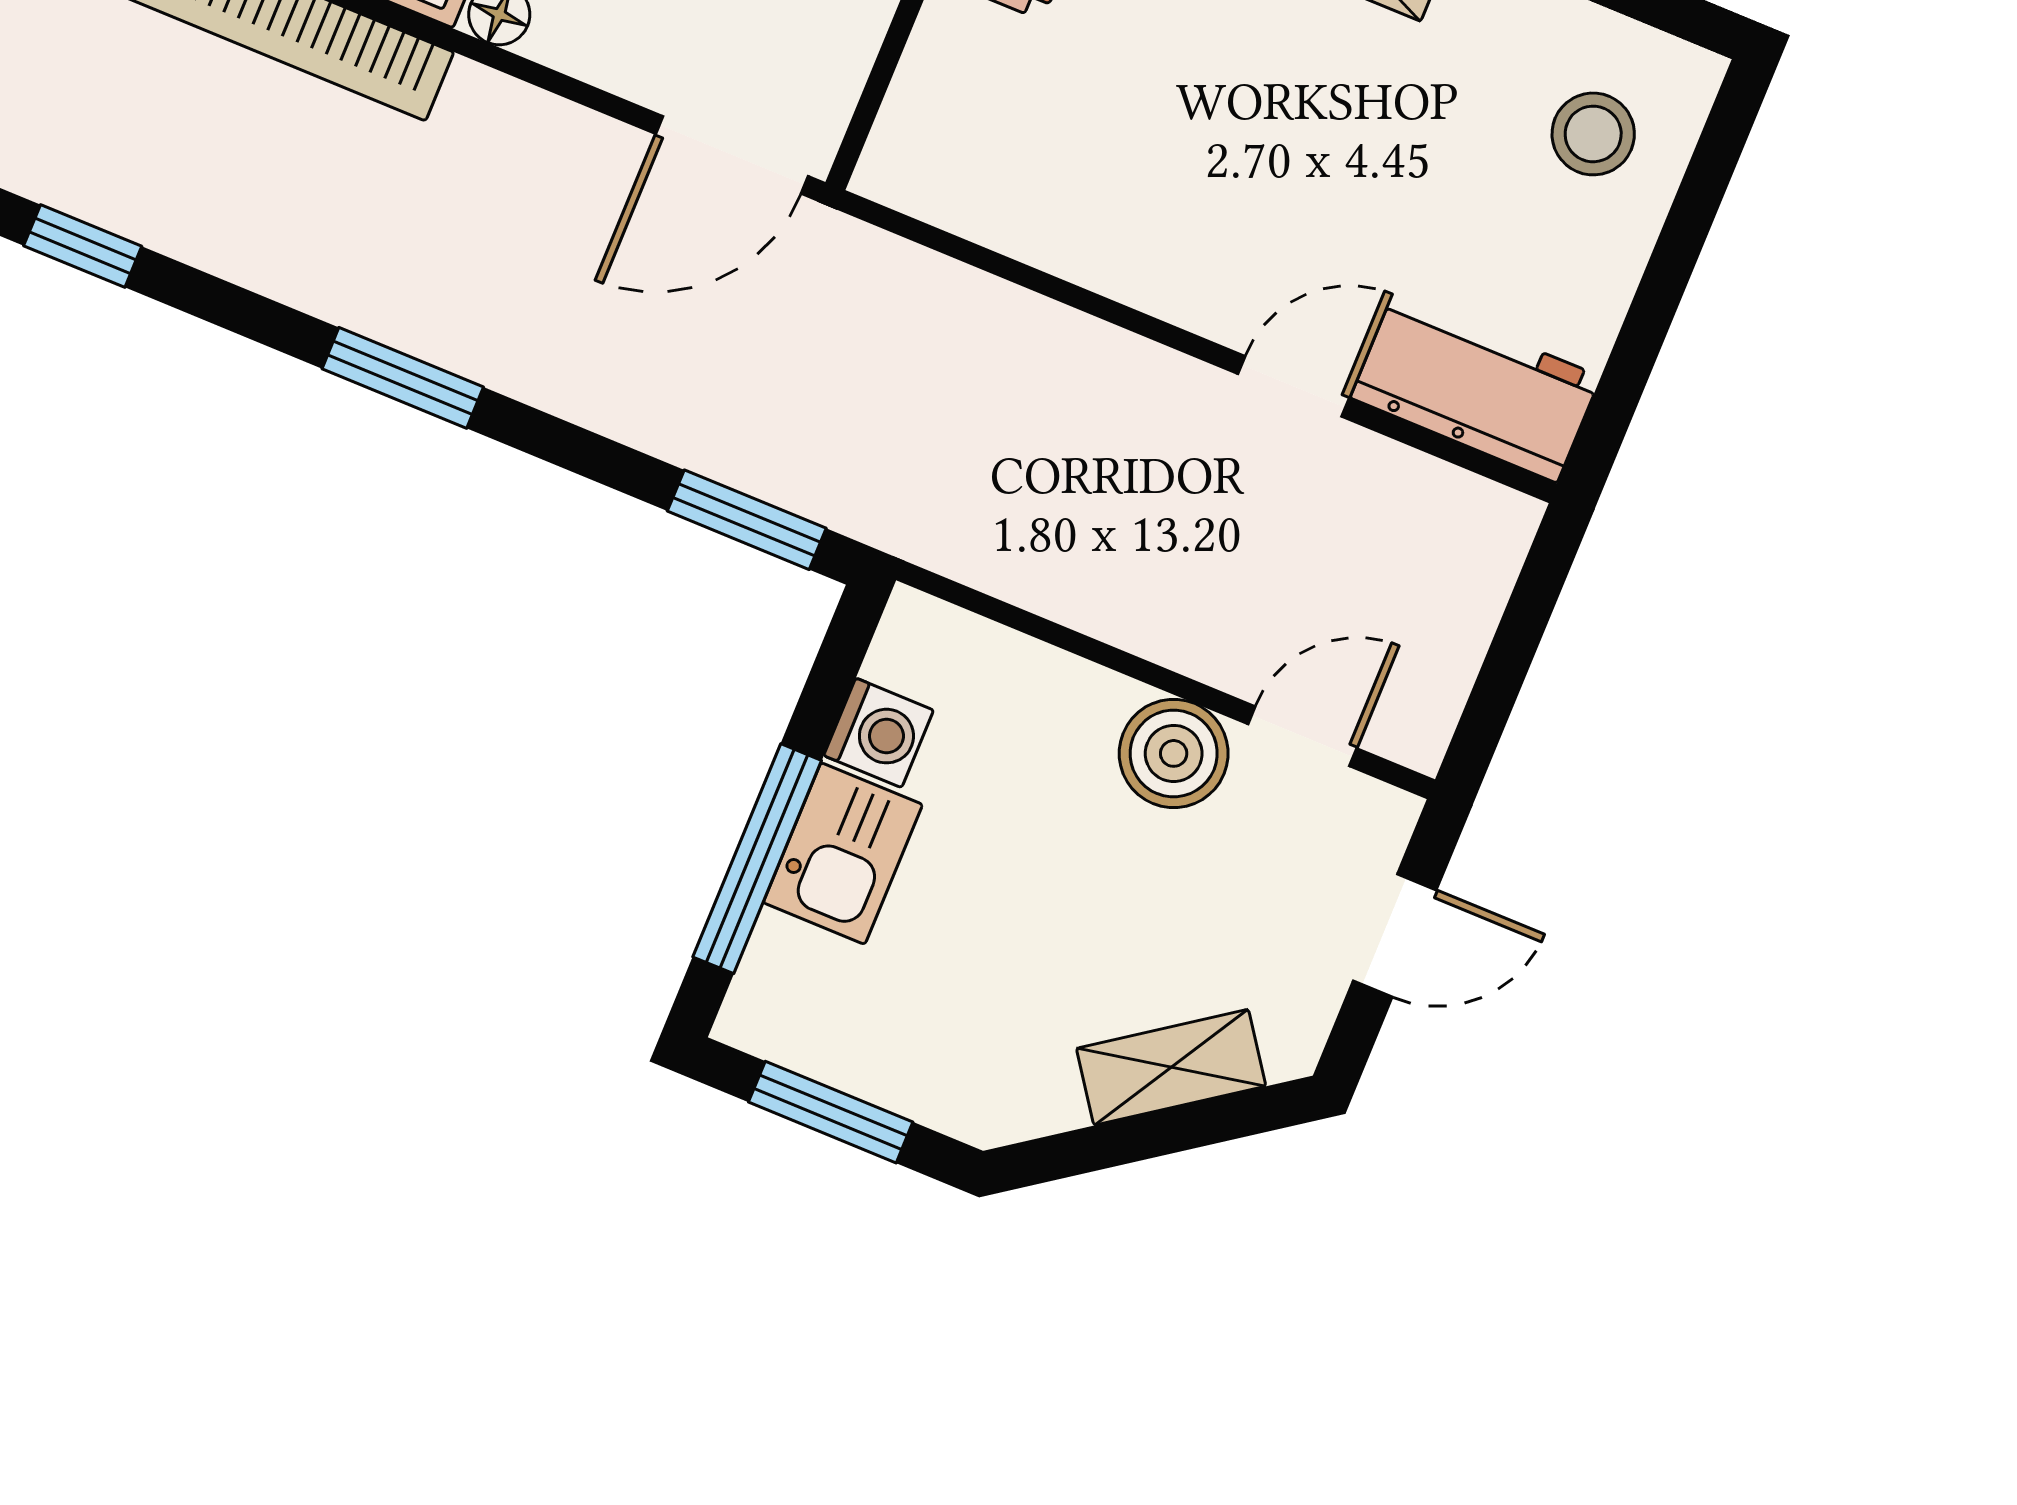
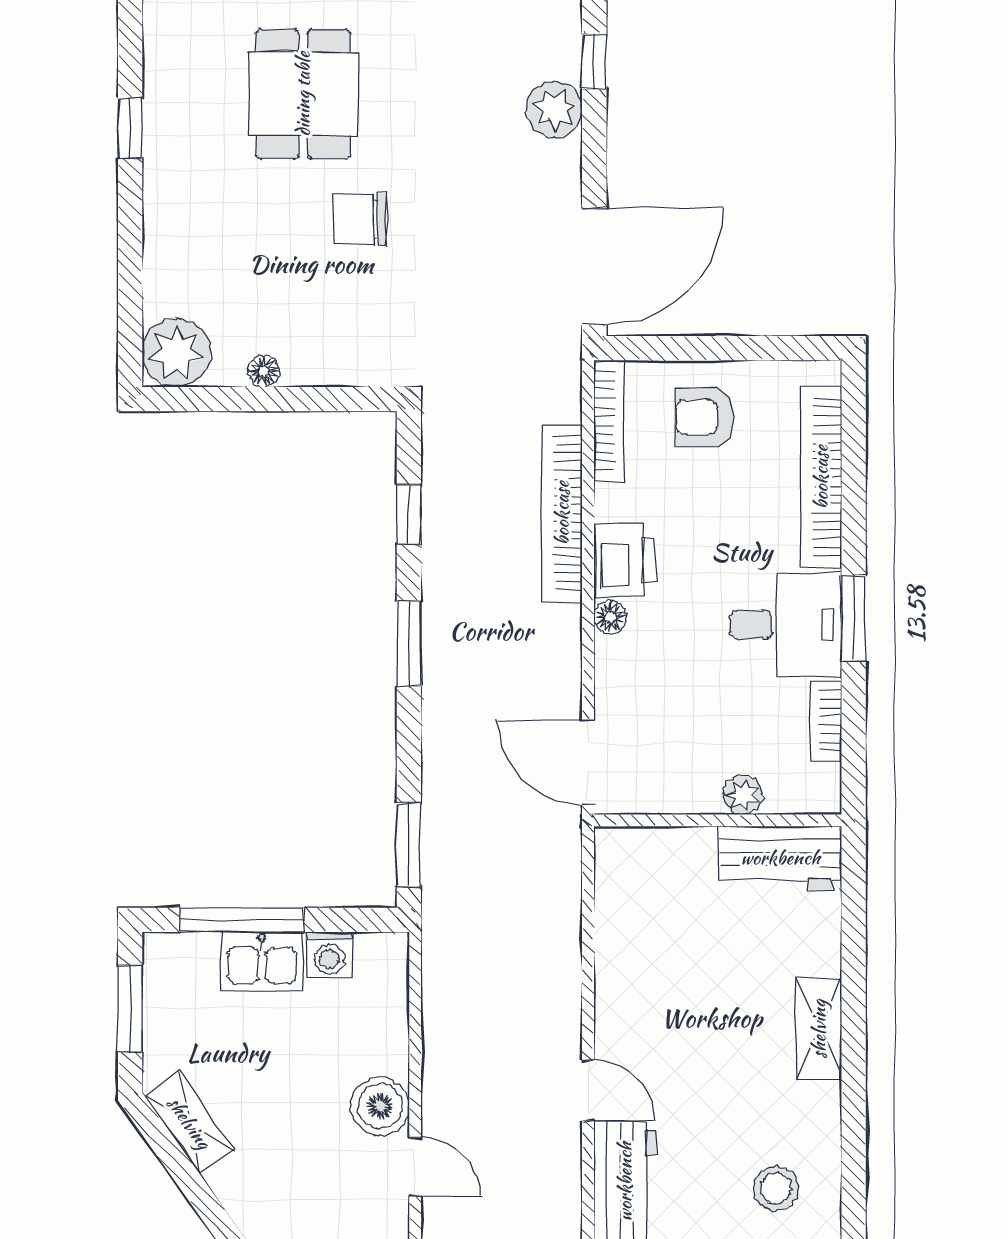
window: (83, 246) -> (409, 514), moved
shelving: (1171, 1067) -> (189, 1123), moved

